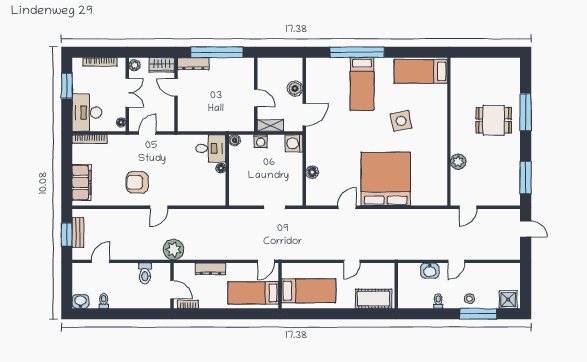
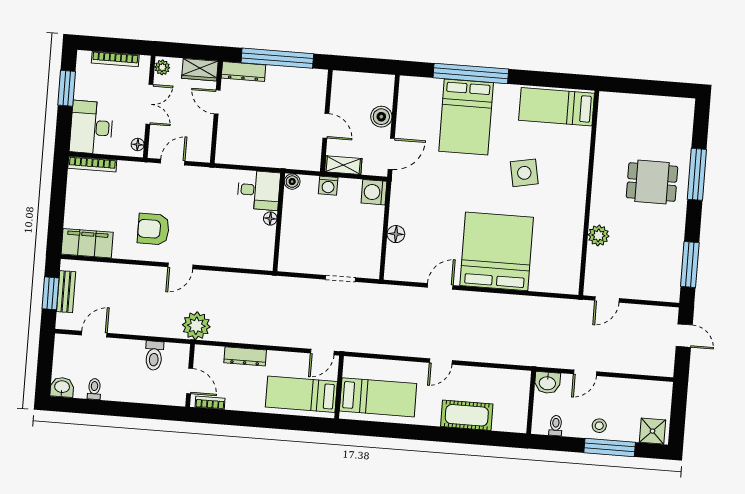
bed: (362, 84) -> (466, 117), width x1.50
filing cabinet: (82, 182) -> (87, 243), moved, turned -90
wall: (396, 286) -> (531, 402), moved

